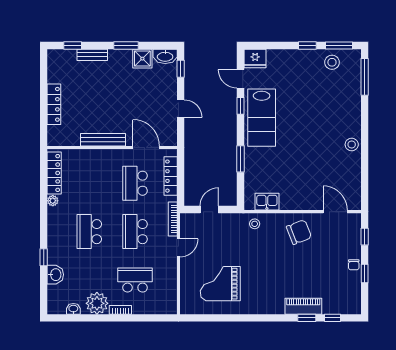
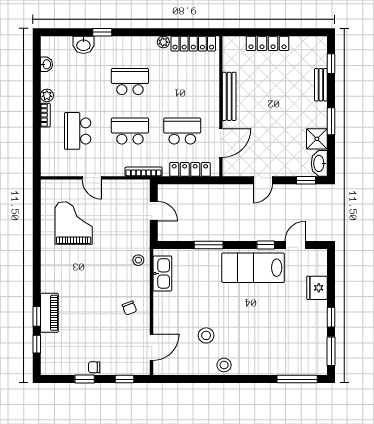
fridge: (255, 58) -> (317, 288), moved
stool: (332, 62) -> (206, 335), moved
kitchen sink: (267, 202) -> (162, 273), width x1.38
chair: (299, 232) -> (129, 308), width x0.54, depth x0.54
door: (178, 248) -> (92, 178), moved
school desk: (135, 280) -> (78, 131), turned 180
plant: (97, 303) -> (47, 95), width x0.53, depth x0.53

